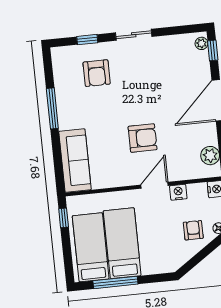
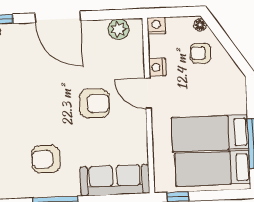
armchair: (97, 73) -> (46, 159), moved, turned 180
armchair: (143, 138) -> (94, 103), turned 91

